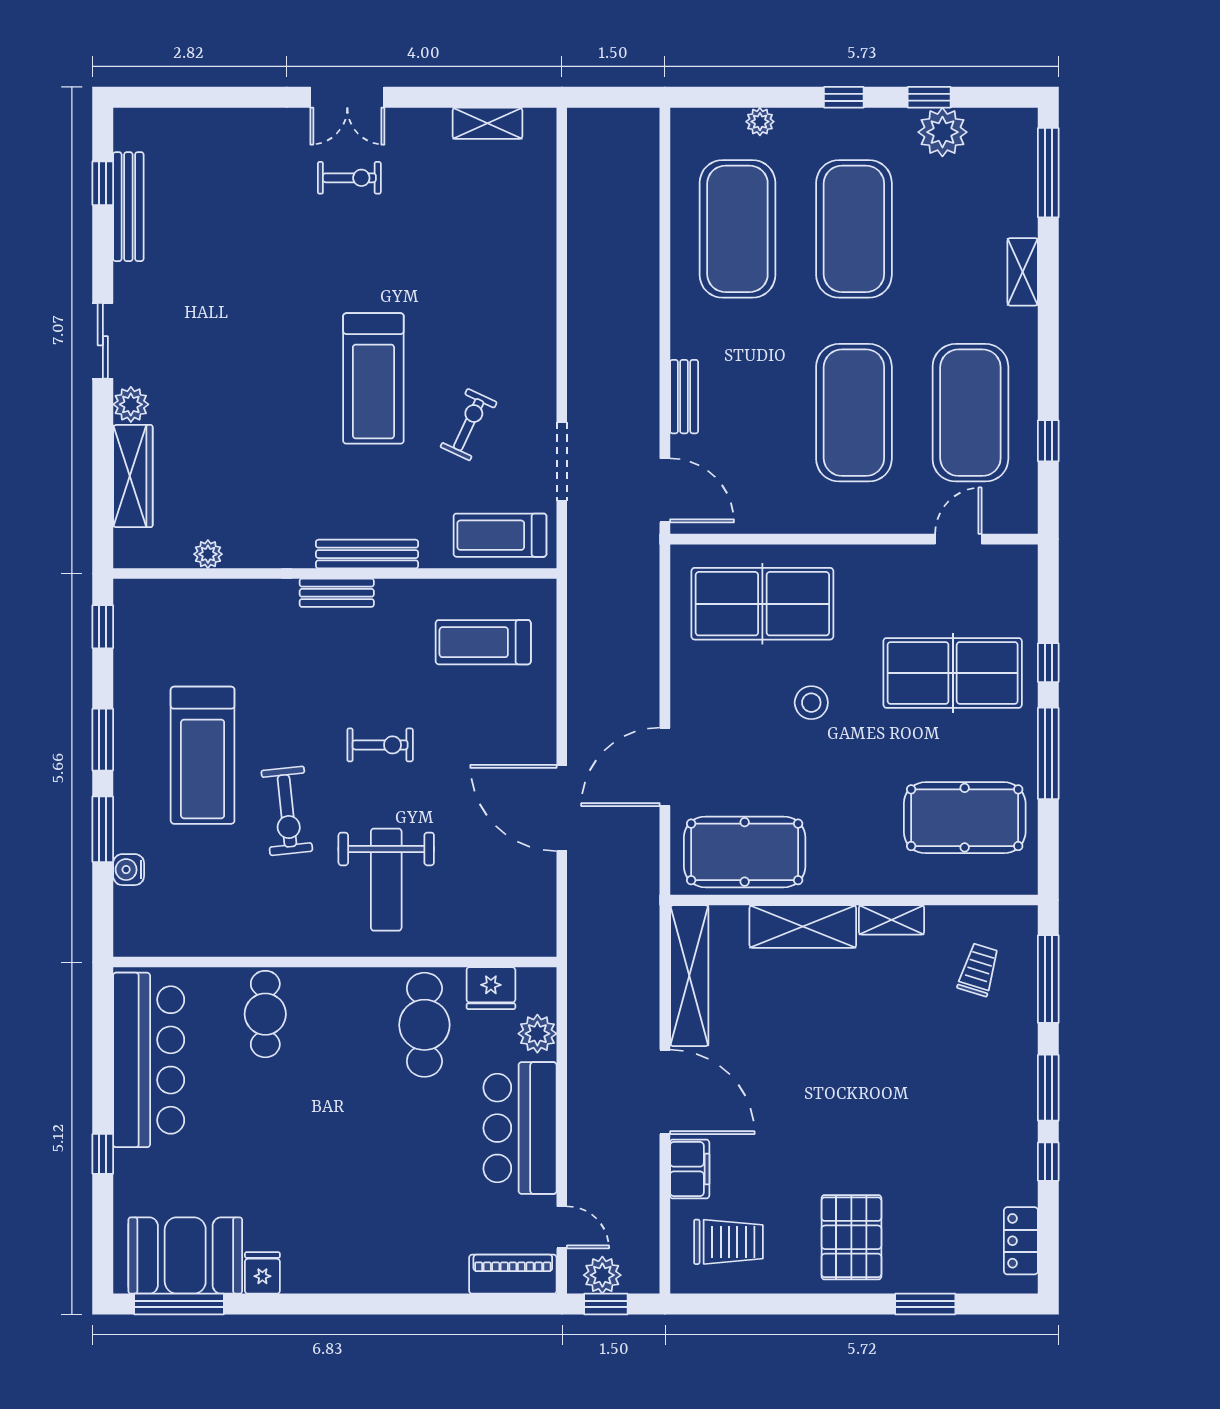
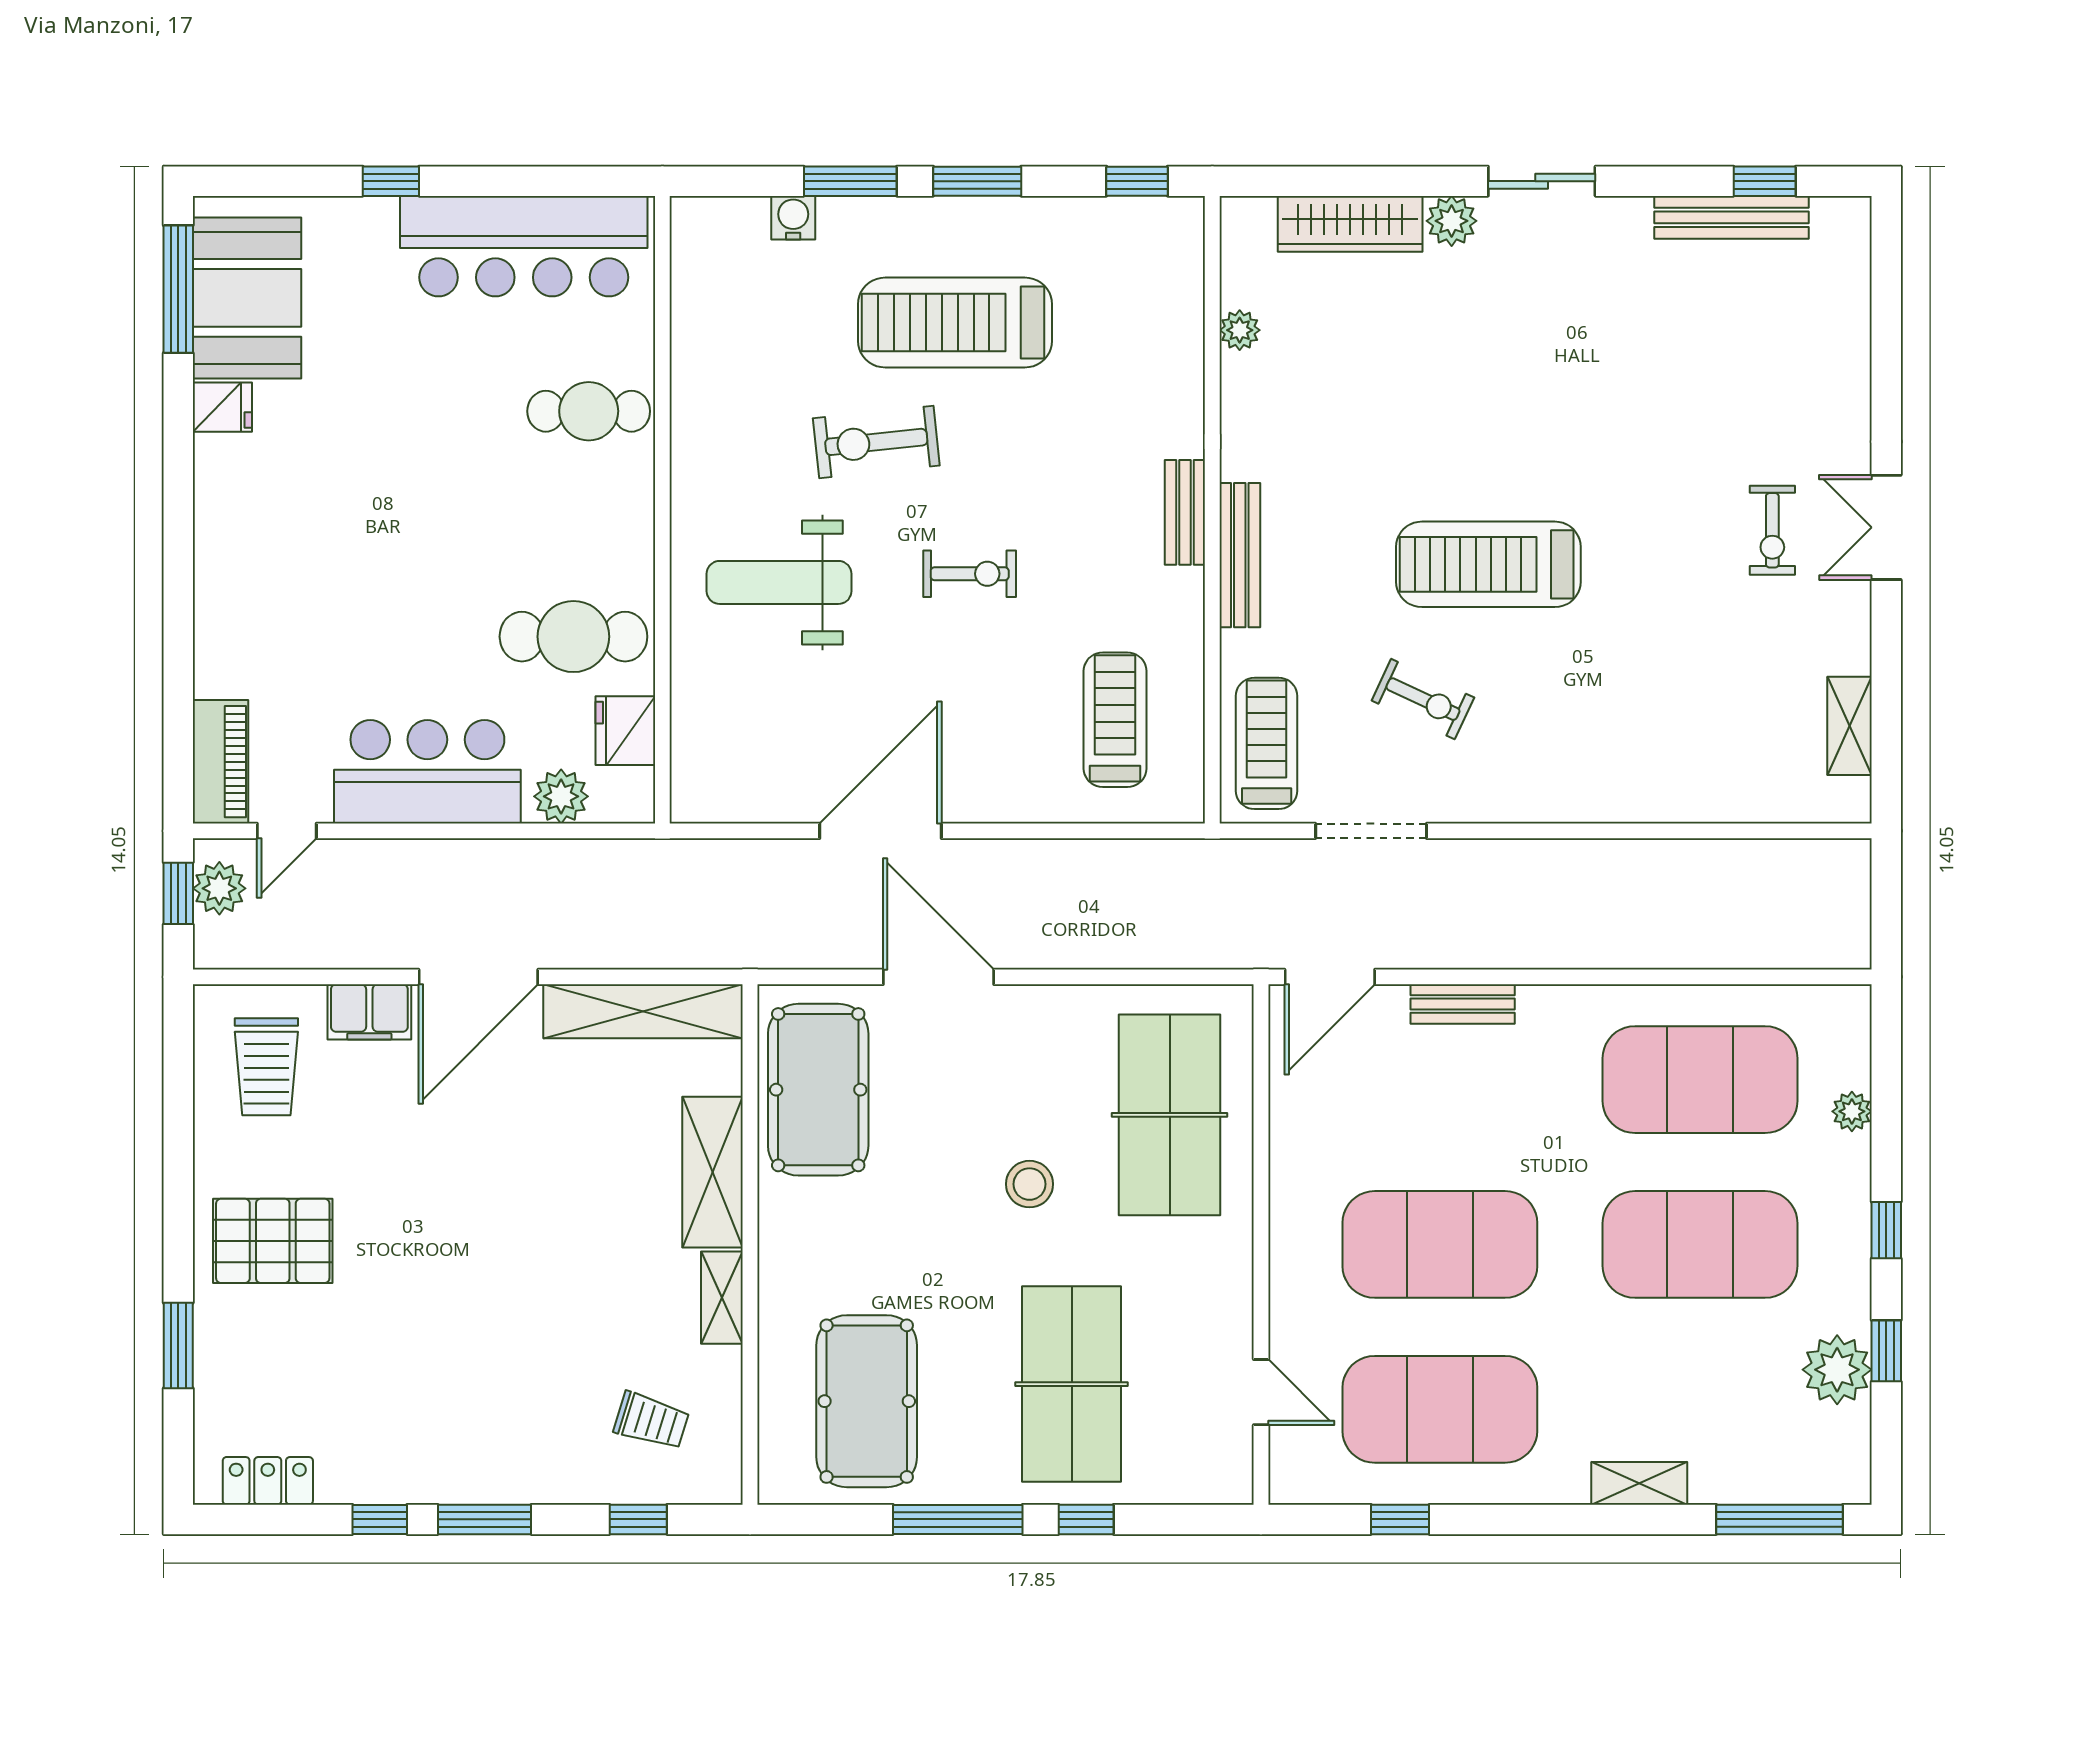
exercise bike: (380, 745) -> (970, 574), turned -90
window: (1048, 979) -> (638, 1519), width x0.46

